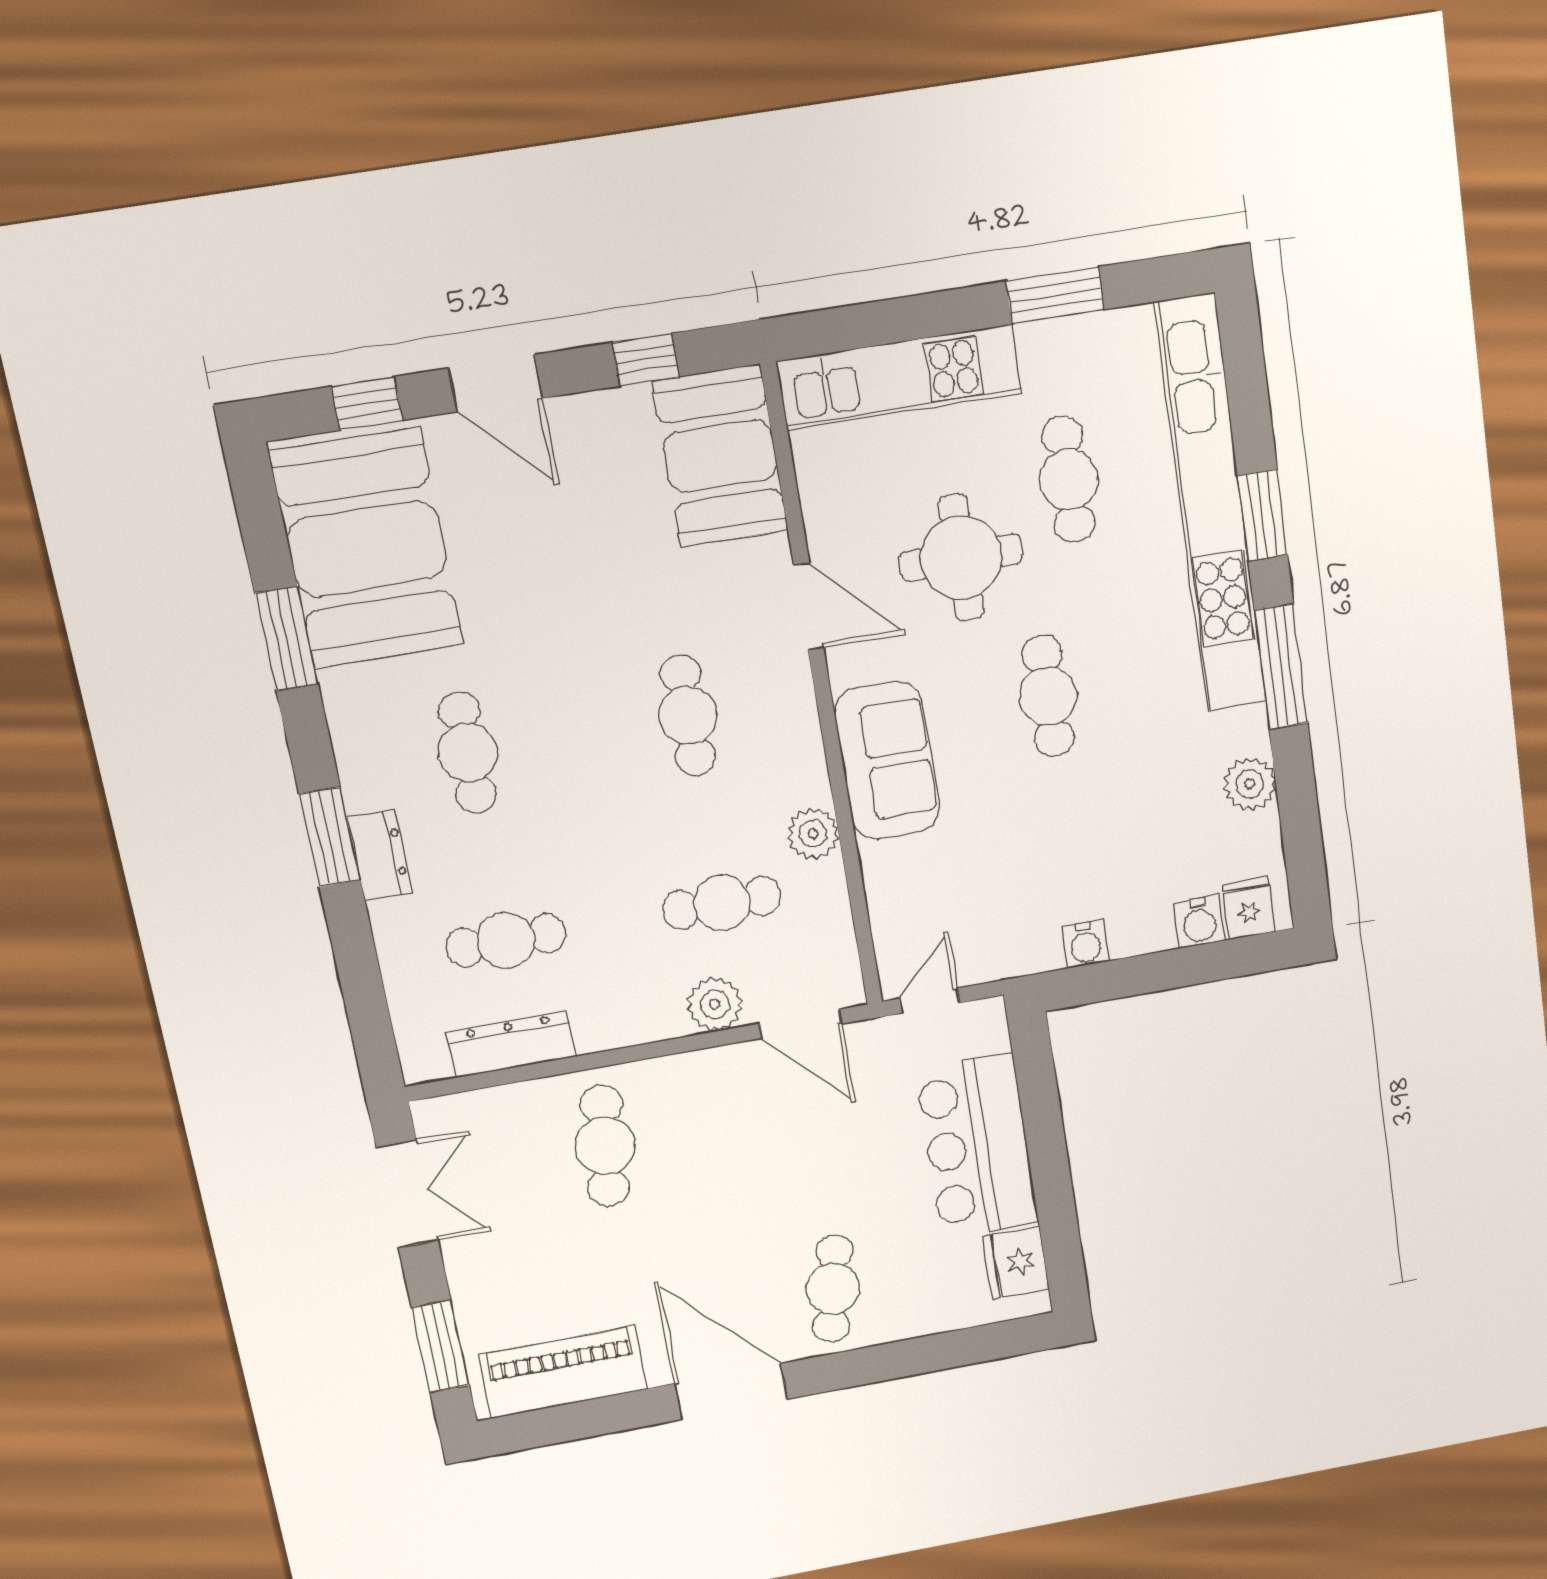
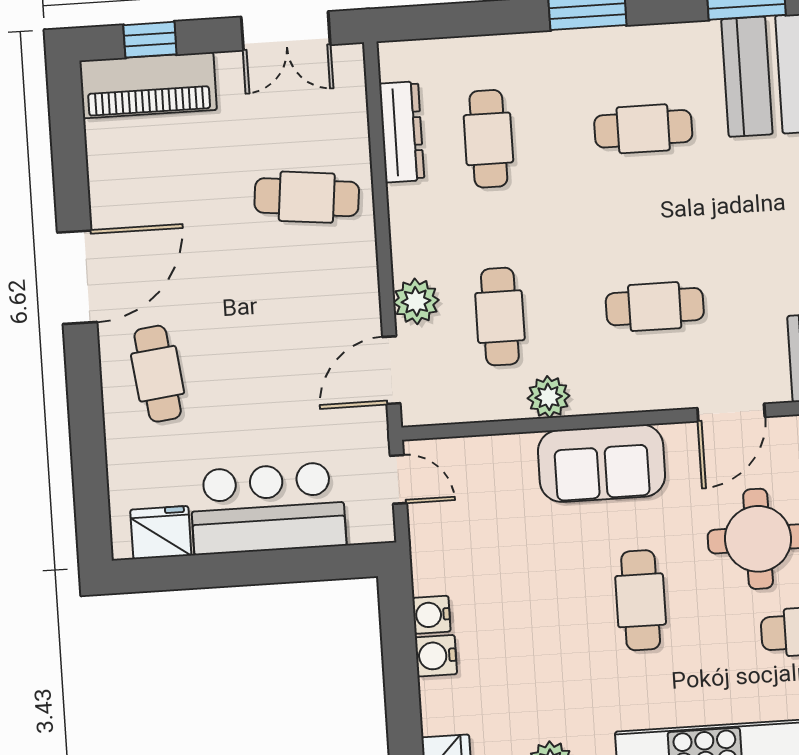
cafe table: (1048, 696) -> (641, 600), turned 90
dresser: (380, 855) -> (569, 48), removed
water cooler: (1199, 922) -> (436, 656), moved
cafe table: (833, 1289) -> (158, 374), turned 71
window: (441, 1346) -> (150, 40), width x0.67
piano: (563, 1372) -> (148, 85), moved, turned 90

